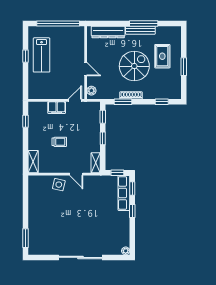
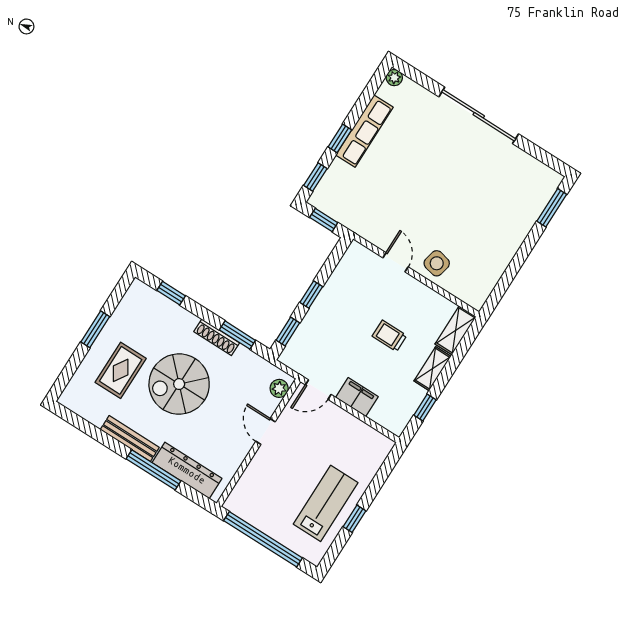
window: (144, 23) -> (153, 470), moved
shelving: (96, 163) -> (433, 369), moved
row of seats: (124, 193) -> (364, 131), moved

